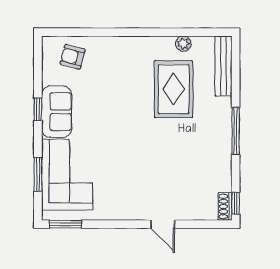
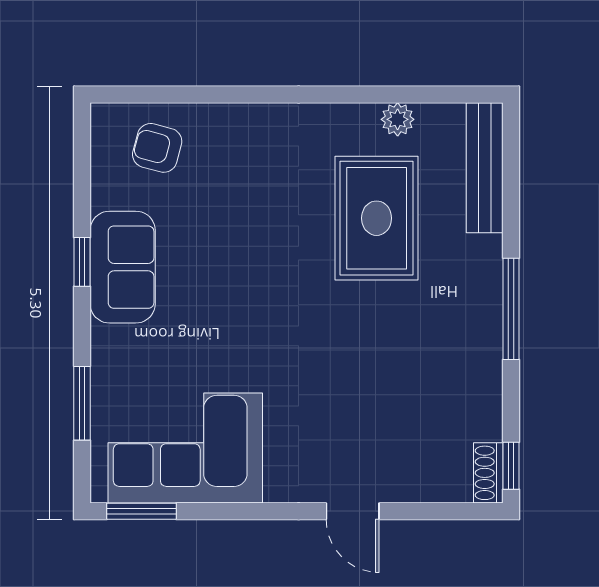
corner sofa: (67, 175) -> (185, 448), moved, turned -90

